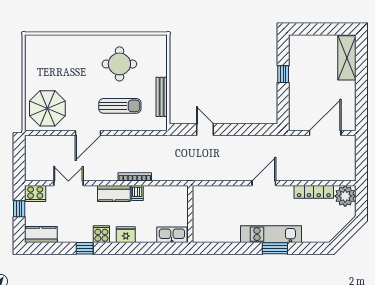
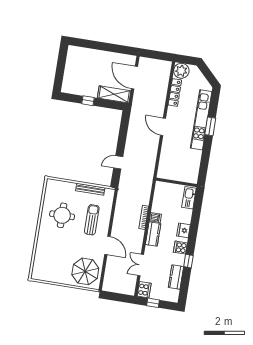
shelving: (347, 58) -> (114, 94), moved
kitchen unit: (271, 234) -> (201, 120), width x1.36
kitchen counter: (41, 235) -> (176, 277), moved

